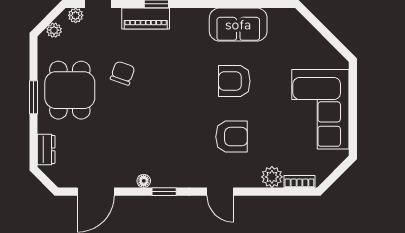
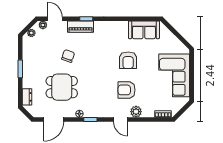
sofa: (238, 25) -> (144, 30), moved
armchair: (234, 81) -> (128, 60), turned -90
dining table: (70, 90) -> (62, 87), moved, turned 90
armchair: (232, 137) -> (127, 90), turned 180
plant: (272, 177) -> (136, 112), moved

